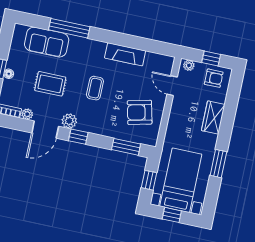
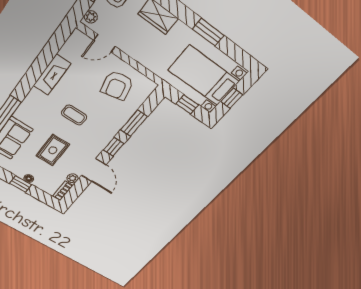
plant: (69, 121) -> (95, 148), removed
window: (126, 147) -> (134, 123), moved

